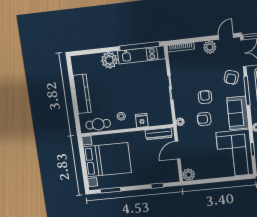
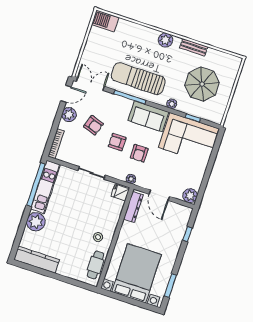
door: (226, 36) -> (66, 94), swing flipped
armchair: (231, 77) -> (93, 125), moved
kitchen counter: (82, 94) -> (37, 260), moved
fridge: (142, 120) -> (120, 192), moved

